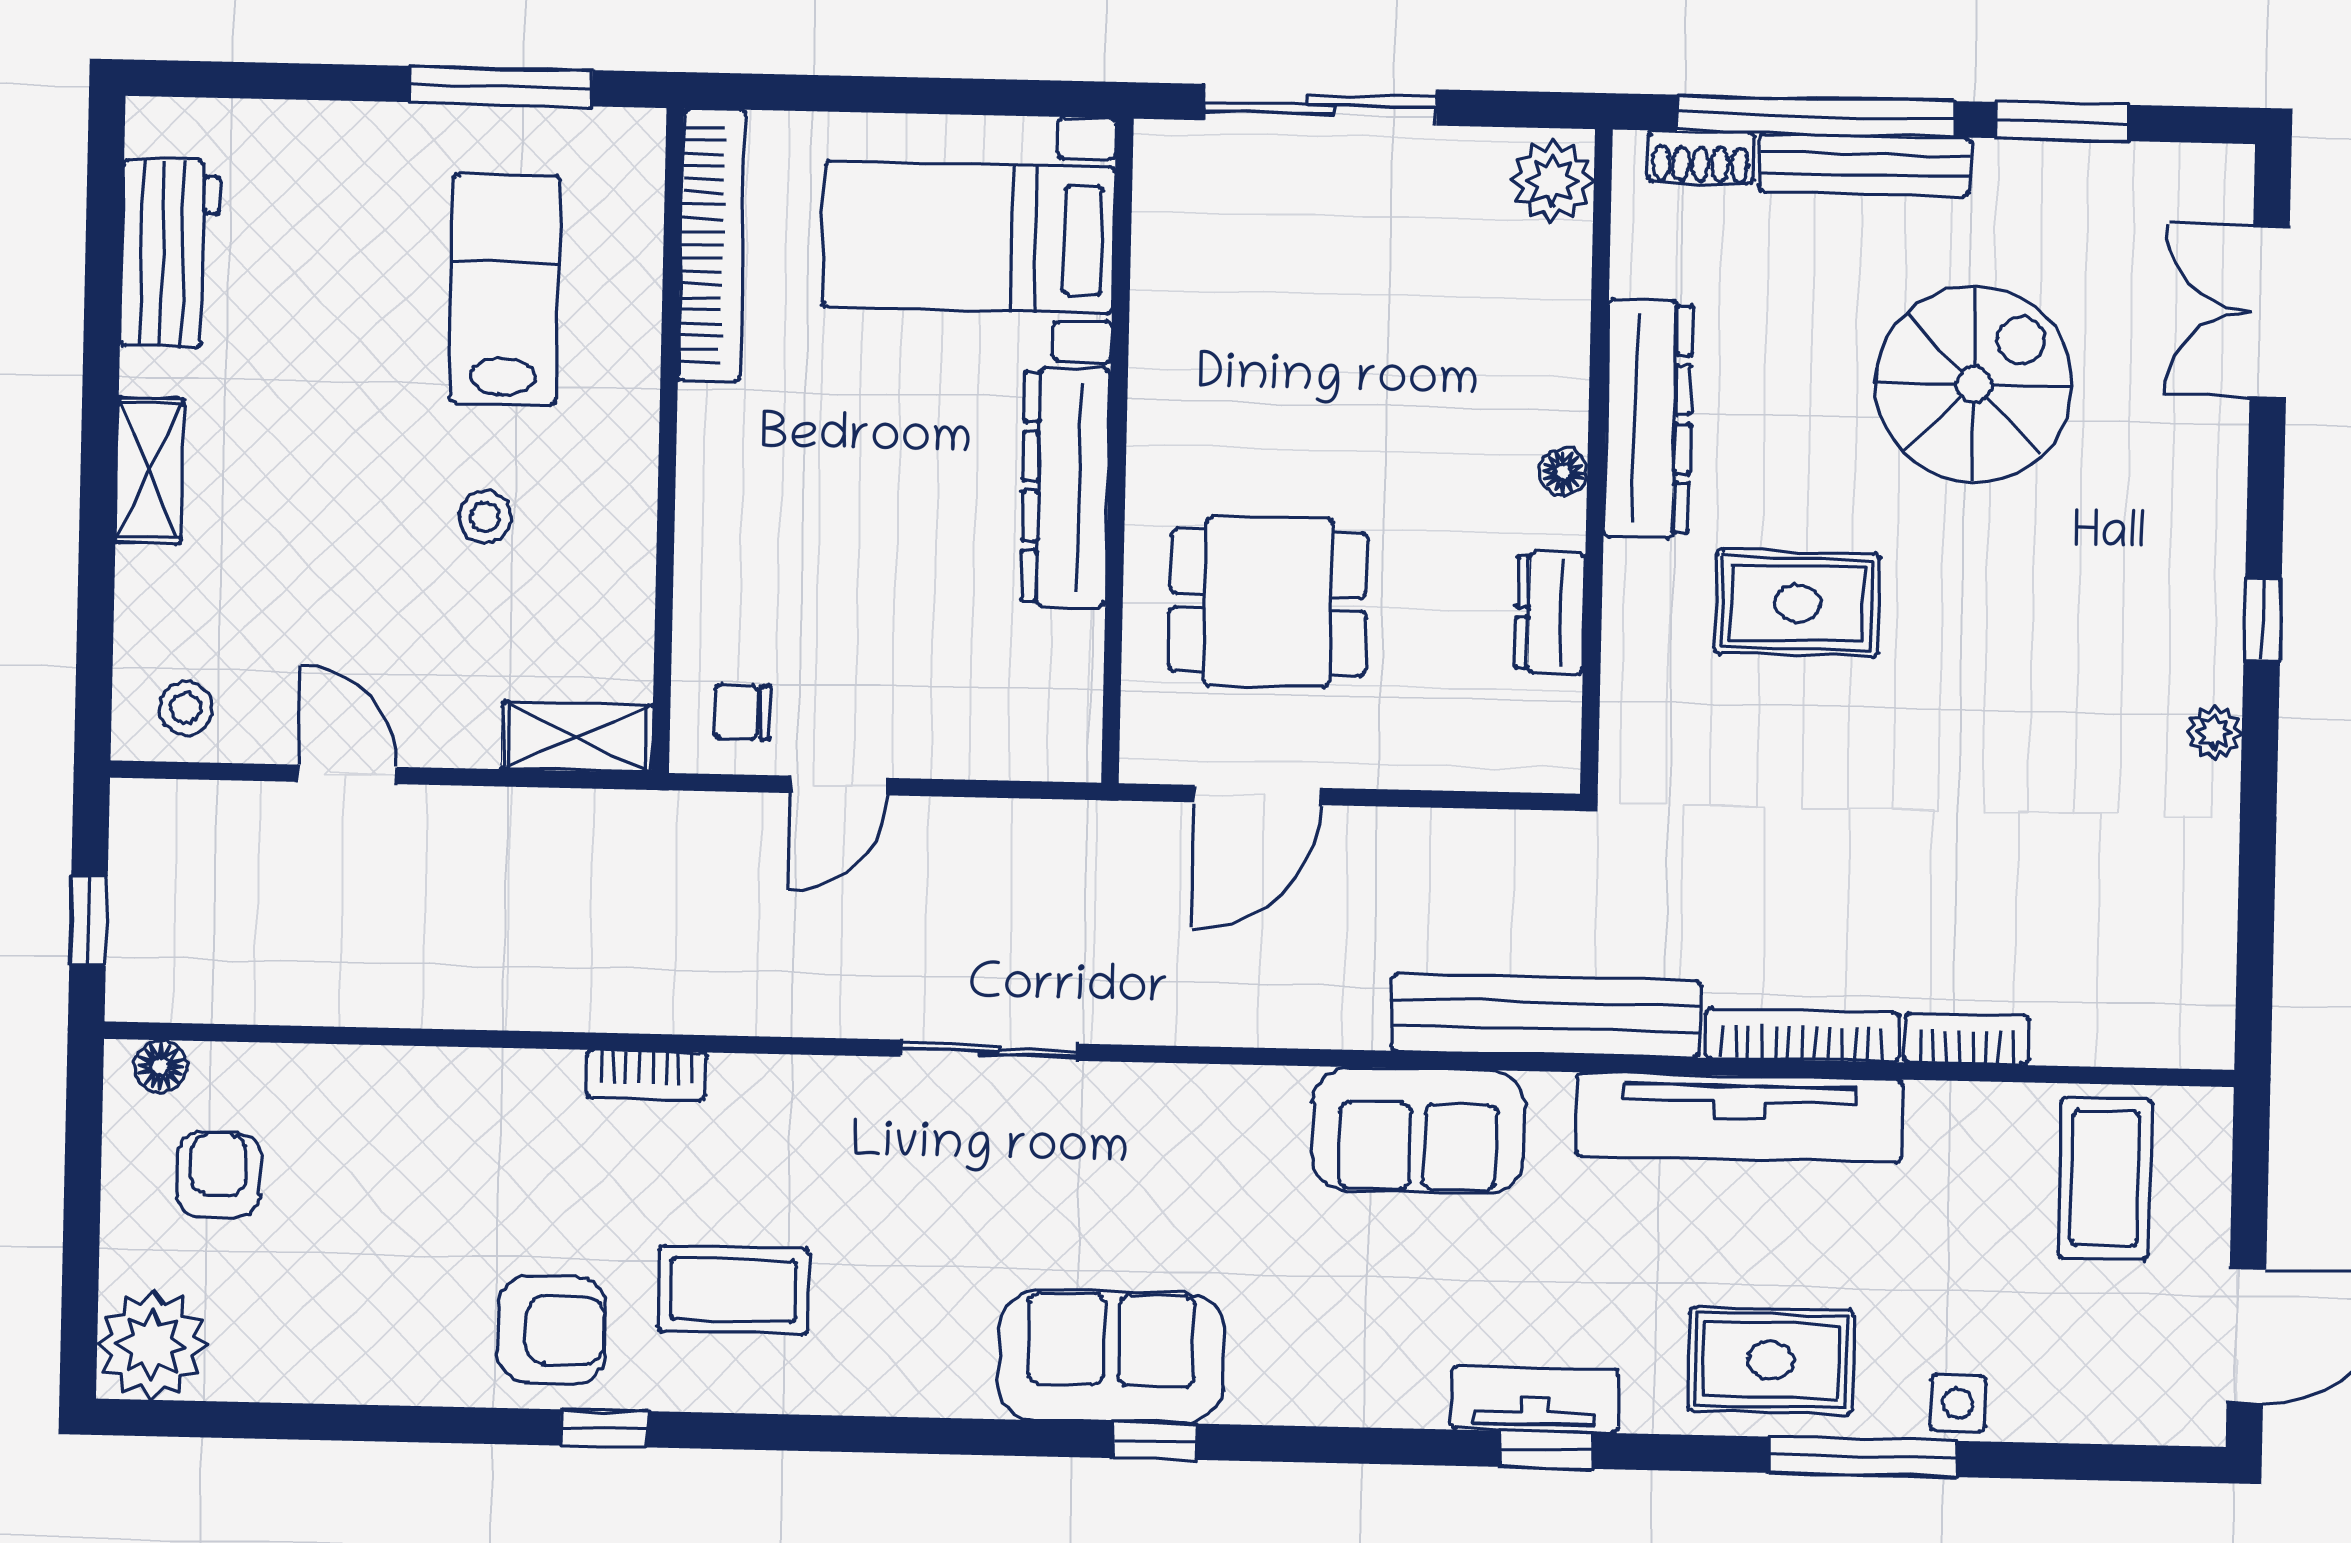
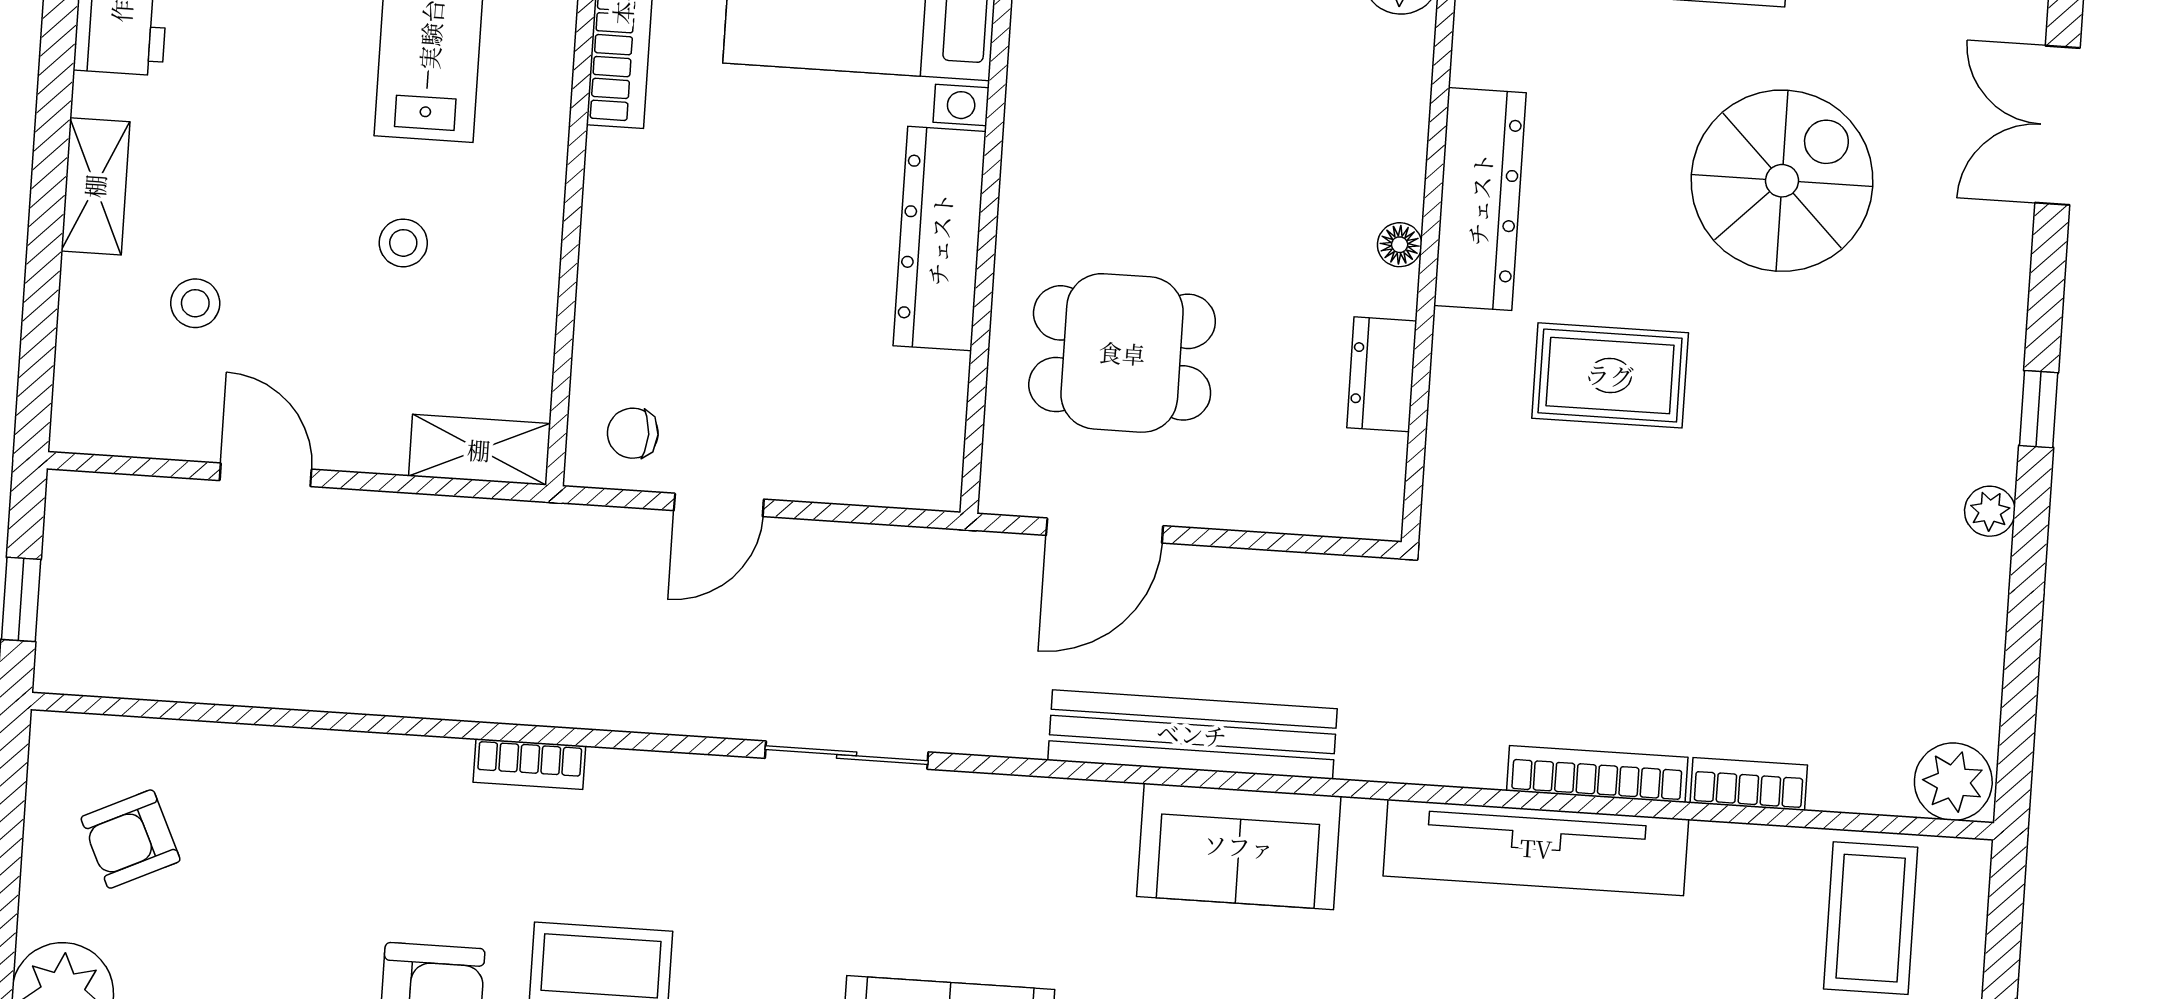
stool: (186, 708) -> (195, 303), moved
bench: (1546, 1016) -> (1192, 734), moved
plant: (2188, 1027) -> (1953, 782), added
floor lamp: (160, 1066) -> (82, 737), removed
armchair: (218, 1175) -> (131, 839), turned -115

